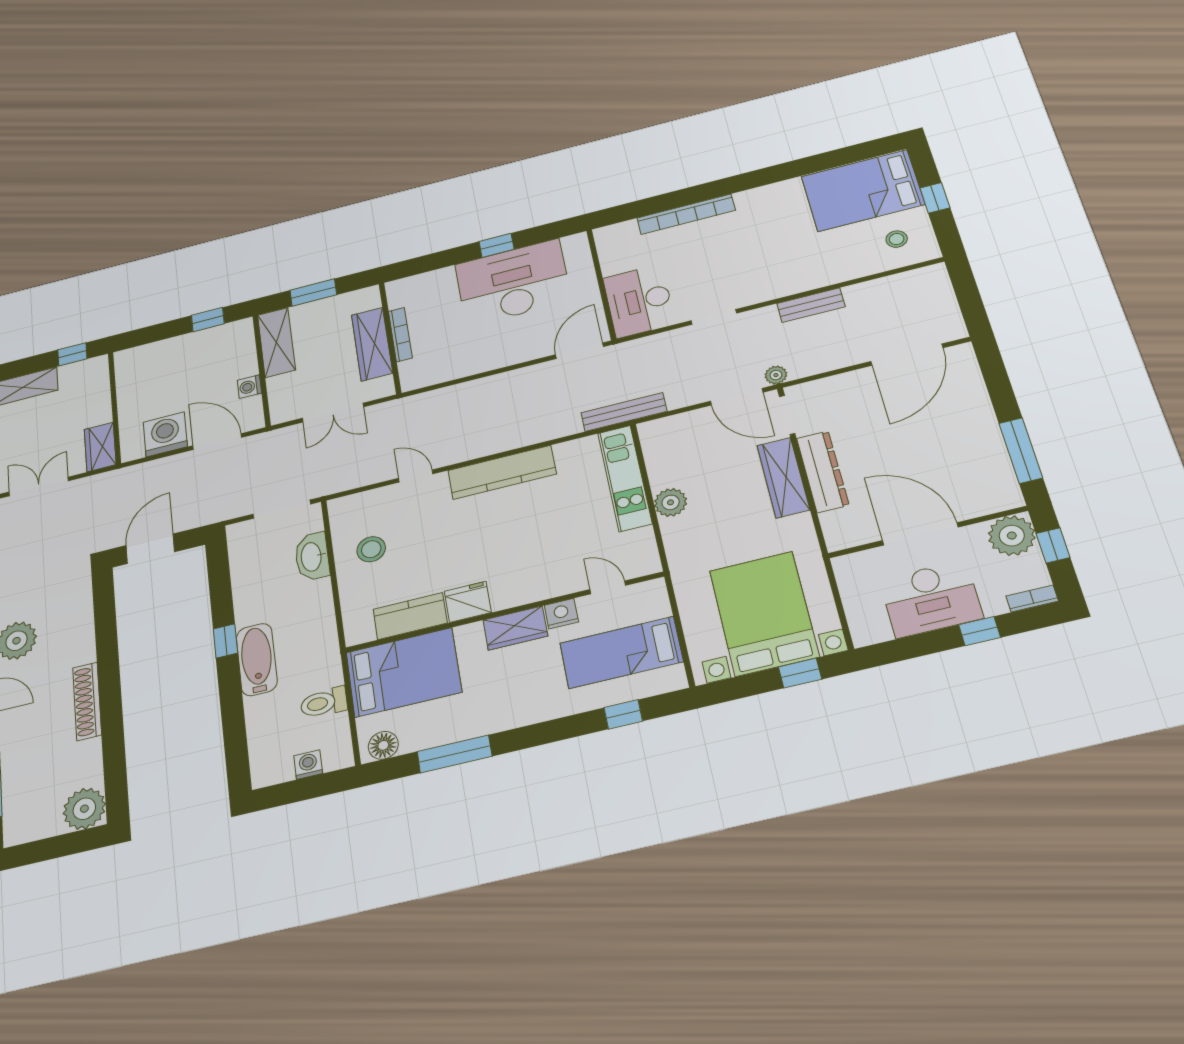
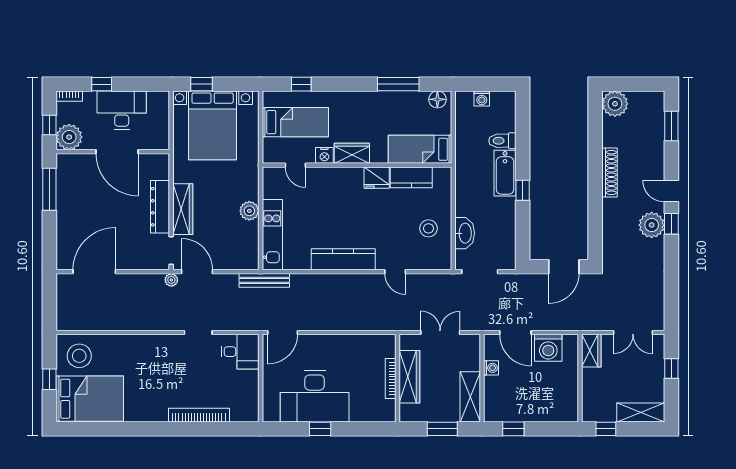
stool: (897, 239) -> (79, 356), width x1.89, depth x1.89
desk: (639, 301) -> (240, 352), width x0.73
bench: (811, 305) -> (140, 323), removed
bed: (404, 672) -> (420, 149), width x0.67
toilet: (324, 703) -> (502, 141), moved, turned 180

